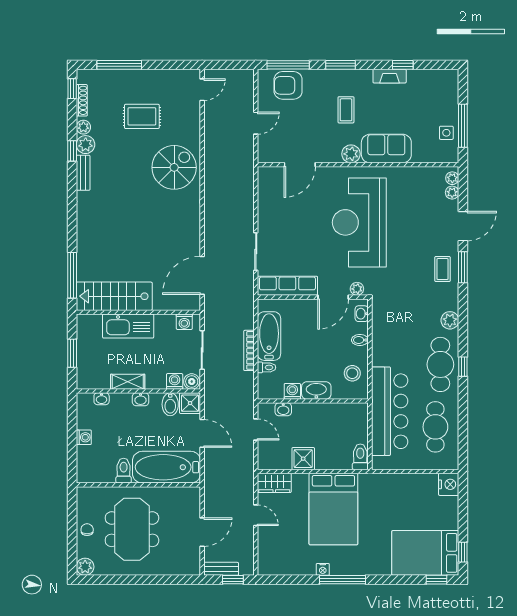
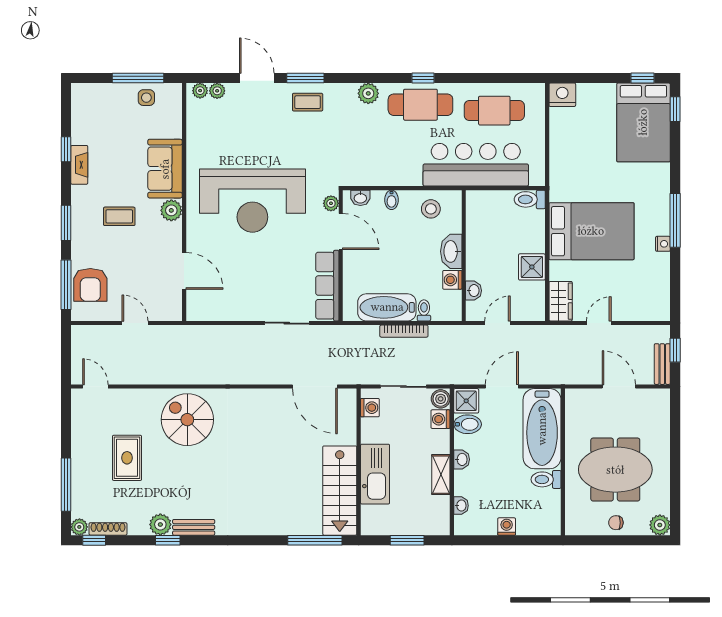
plant: (83, 127) -> (79, 527), moved

